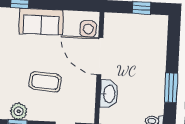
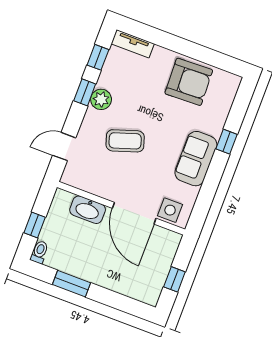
door: (100, 56) -> (134, 213), swing flipped
coffee table: (45, 82) -> (125, 141), turned 67

